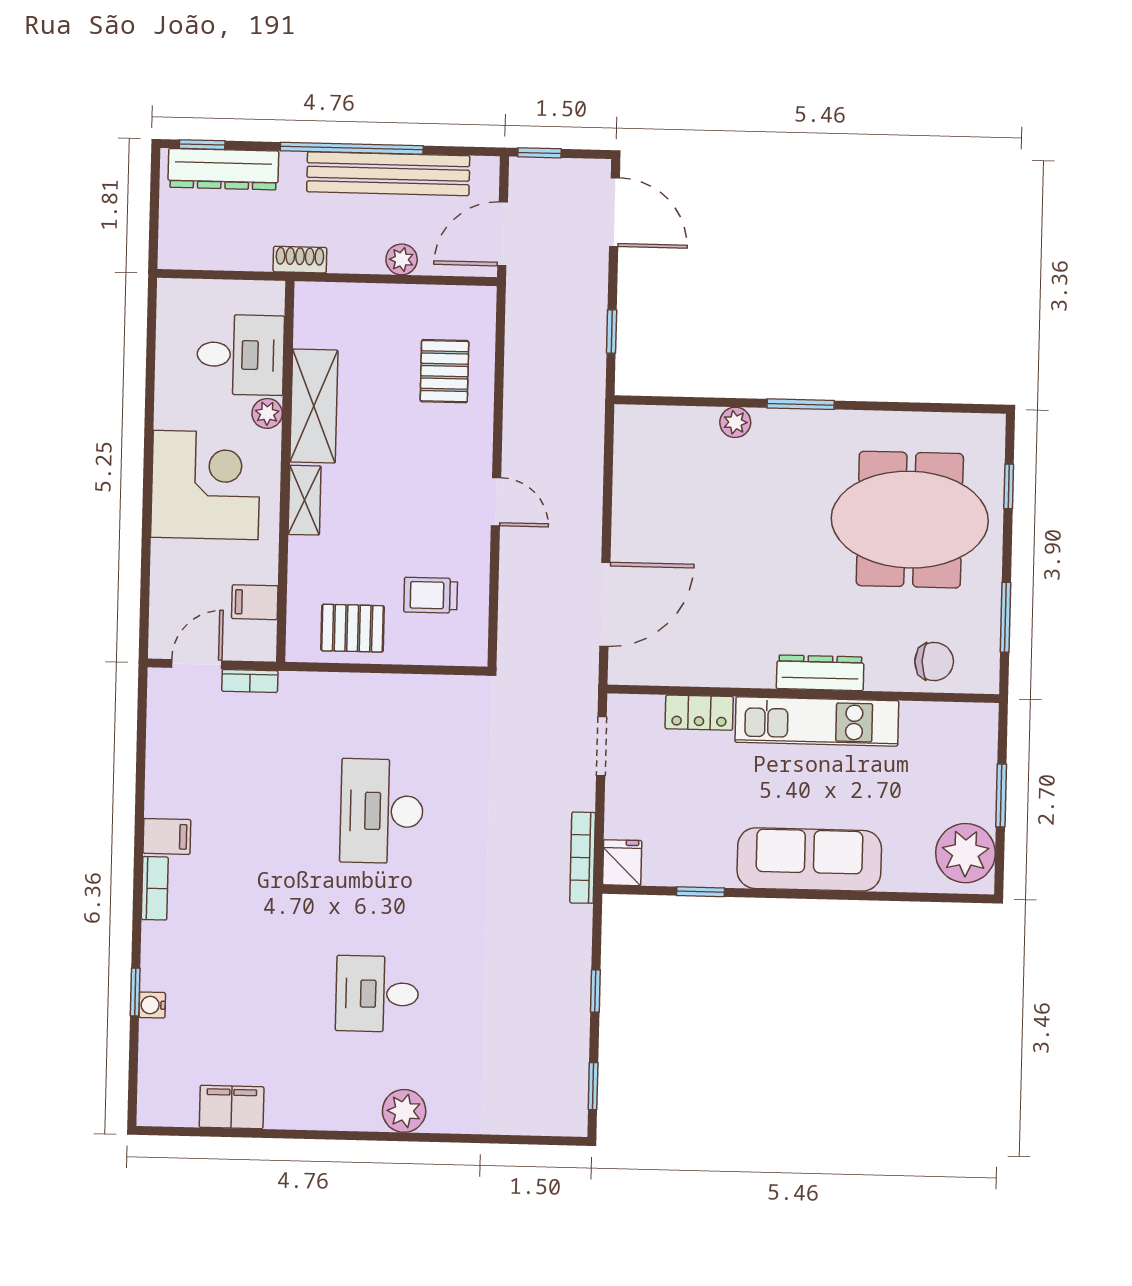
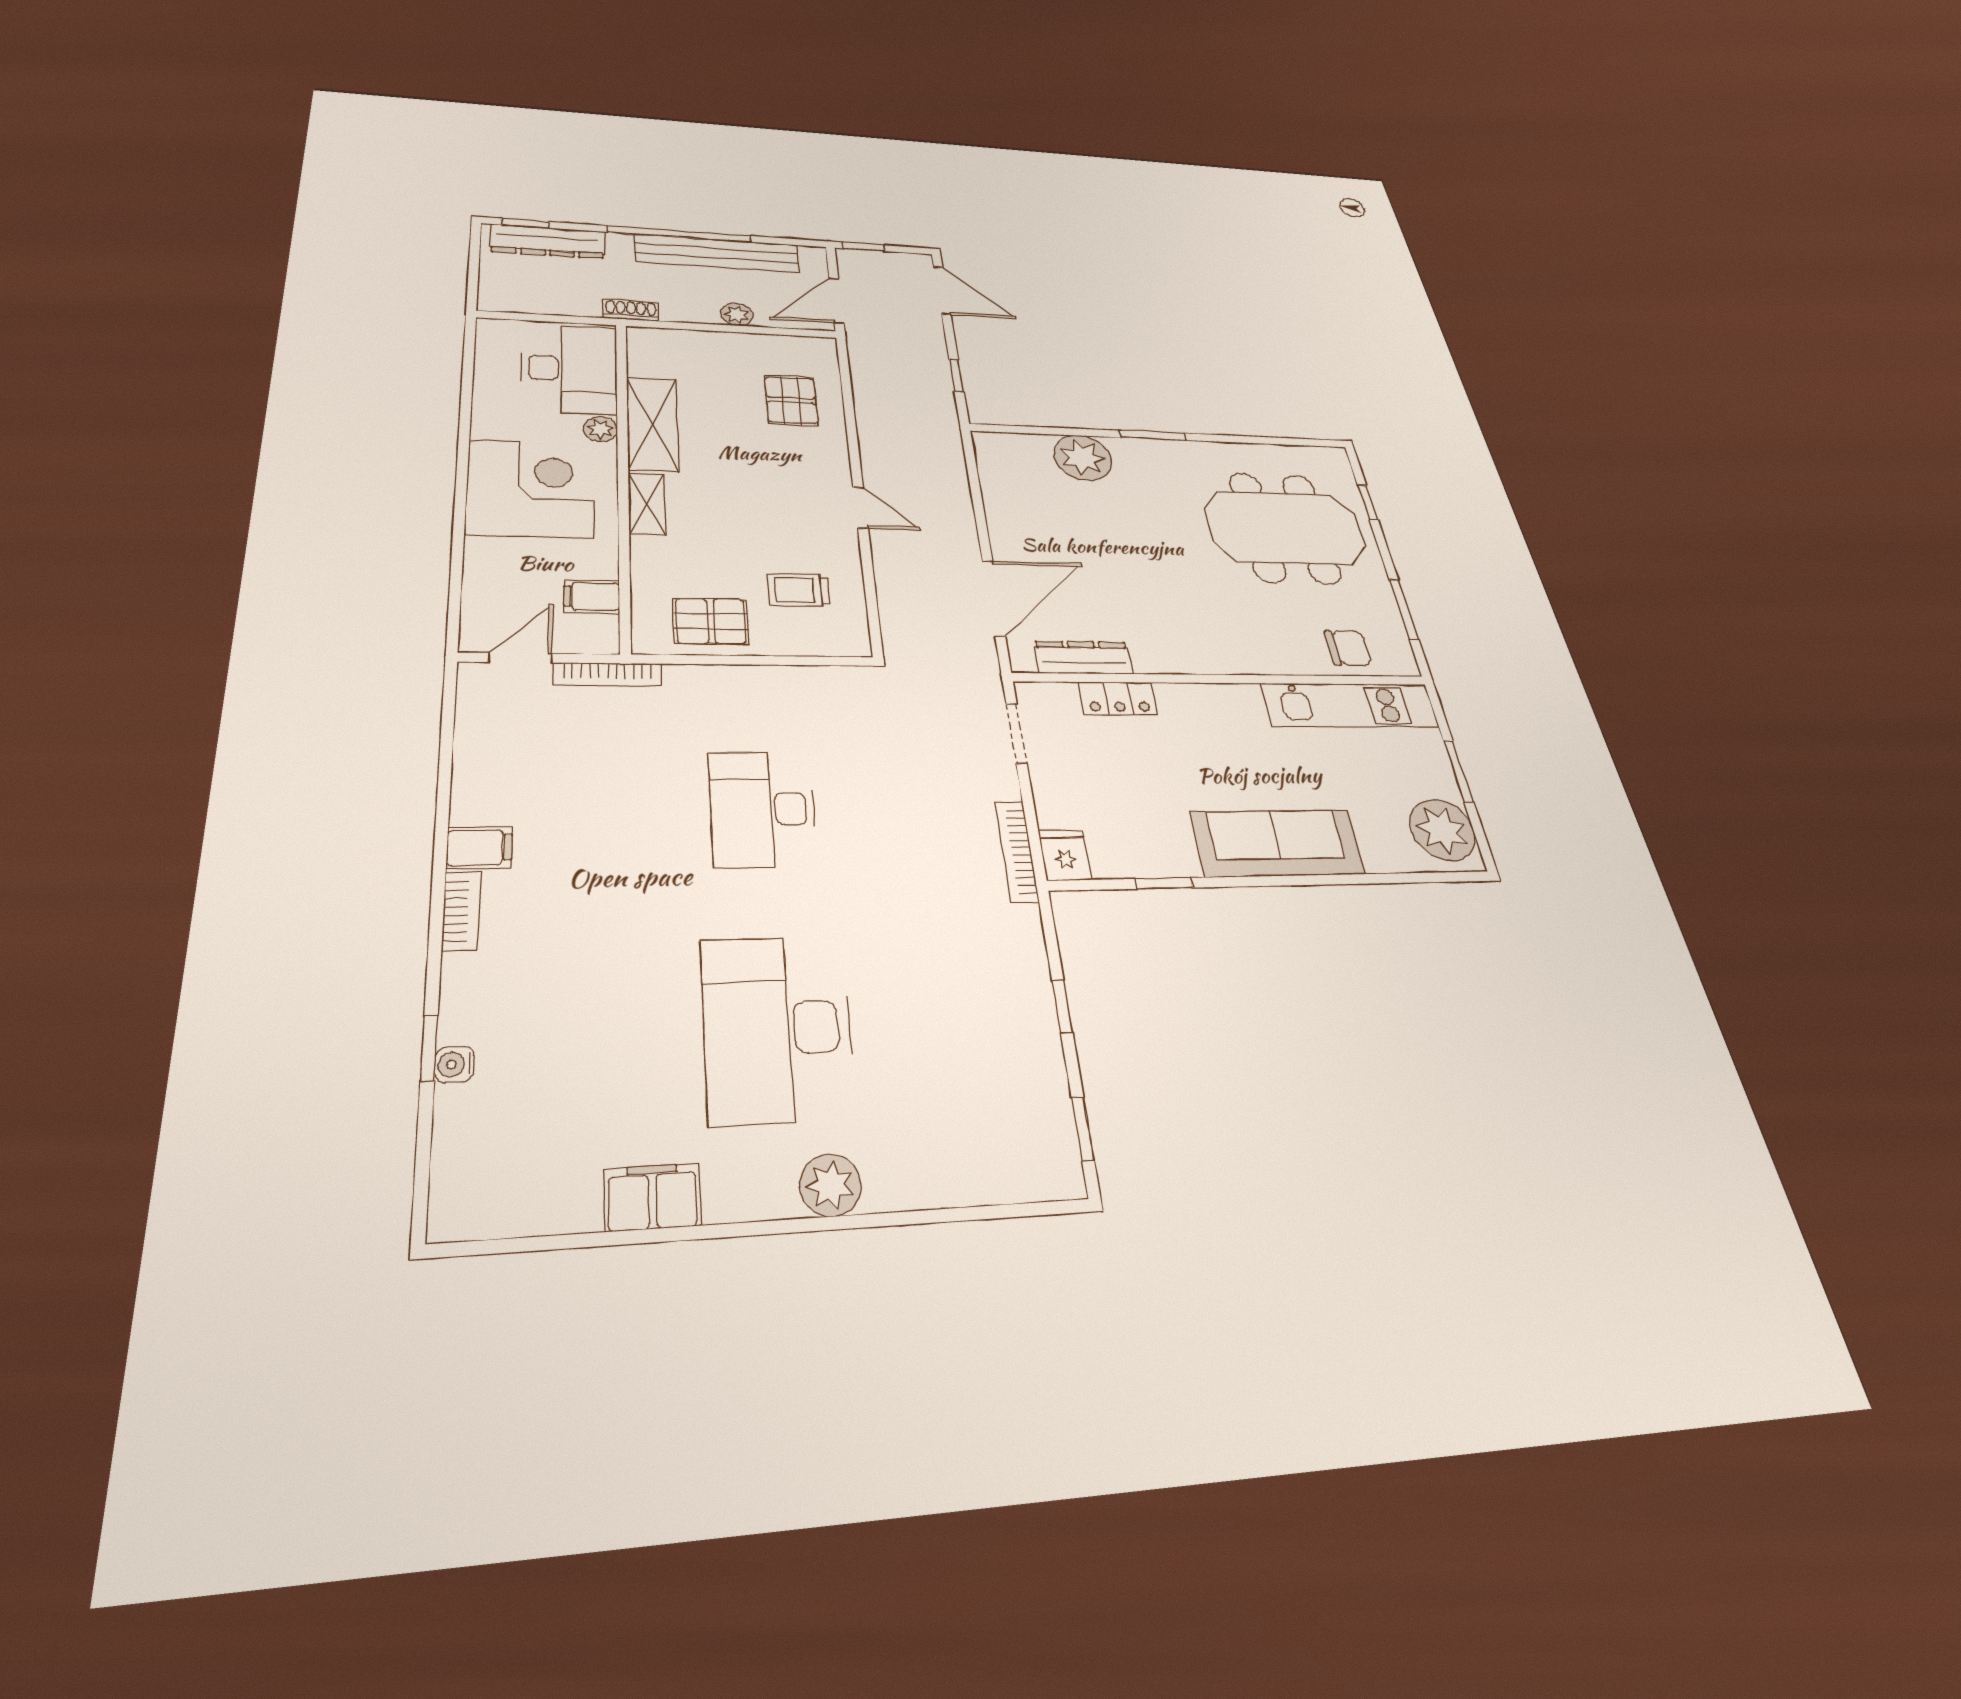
desk: (240, 355) -> (569, 369), width x1.37
plant: (735, 422) -> (1083, 458), width x1.87, depth x1.87
dresser: (820, 673) -> (1083, 658), moved
bookcase: (250, 681) -> (608, 674), width x1.56
kitchen unit: (817, 721) -> (1350, 705), moved
desk: (377, 994) -> (777, 1028), width x1.87, depth x1.30
filing cabinet: (232, 1107) -> (653, 1197), moved

